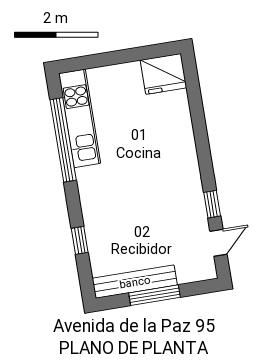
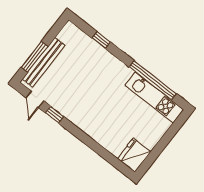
bench: (135, 282) -> (44, 62), moved
window: (155, 295) -> (34, 57), moved

